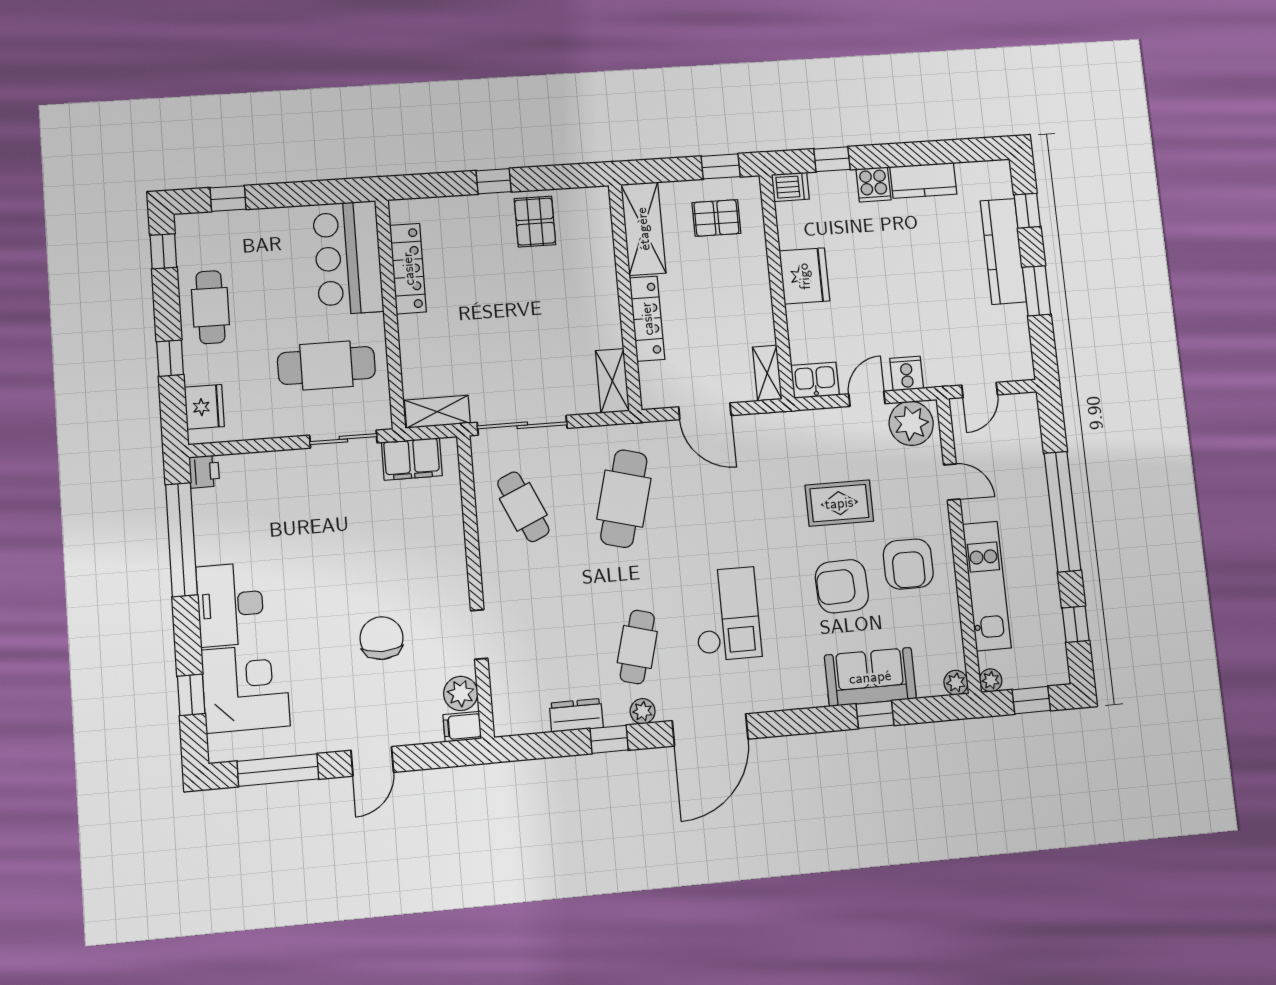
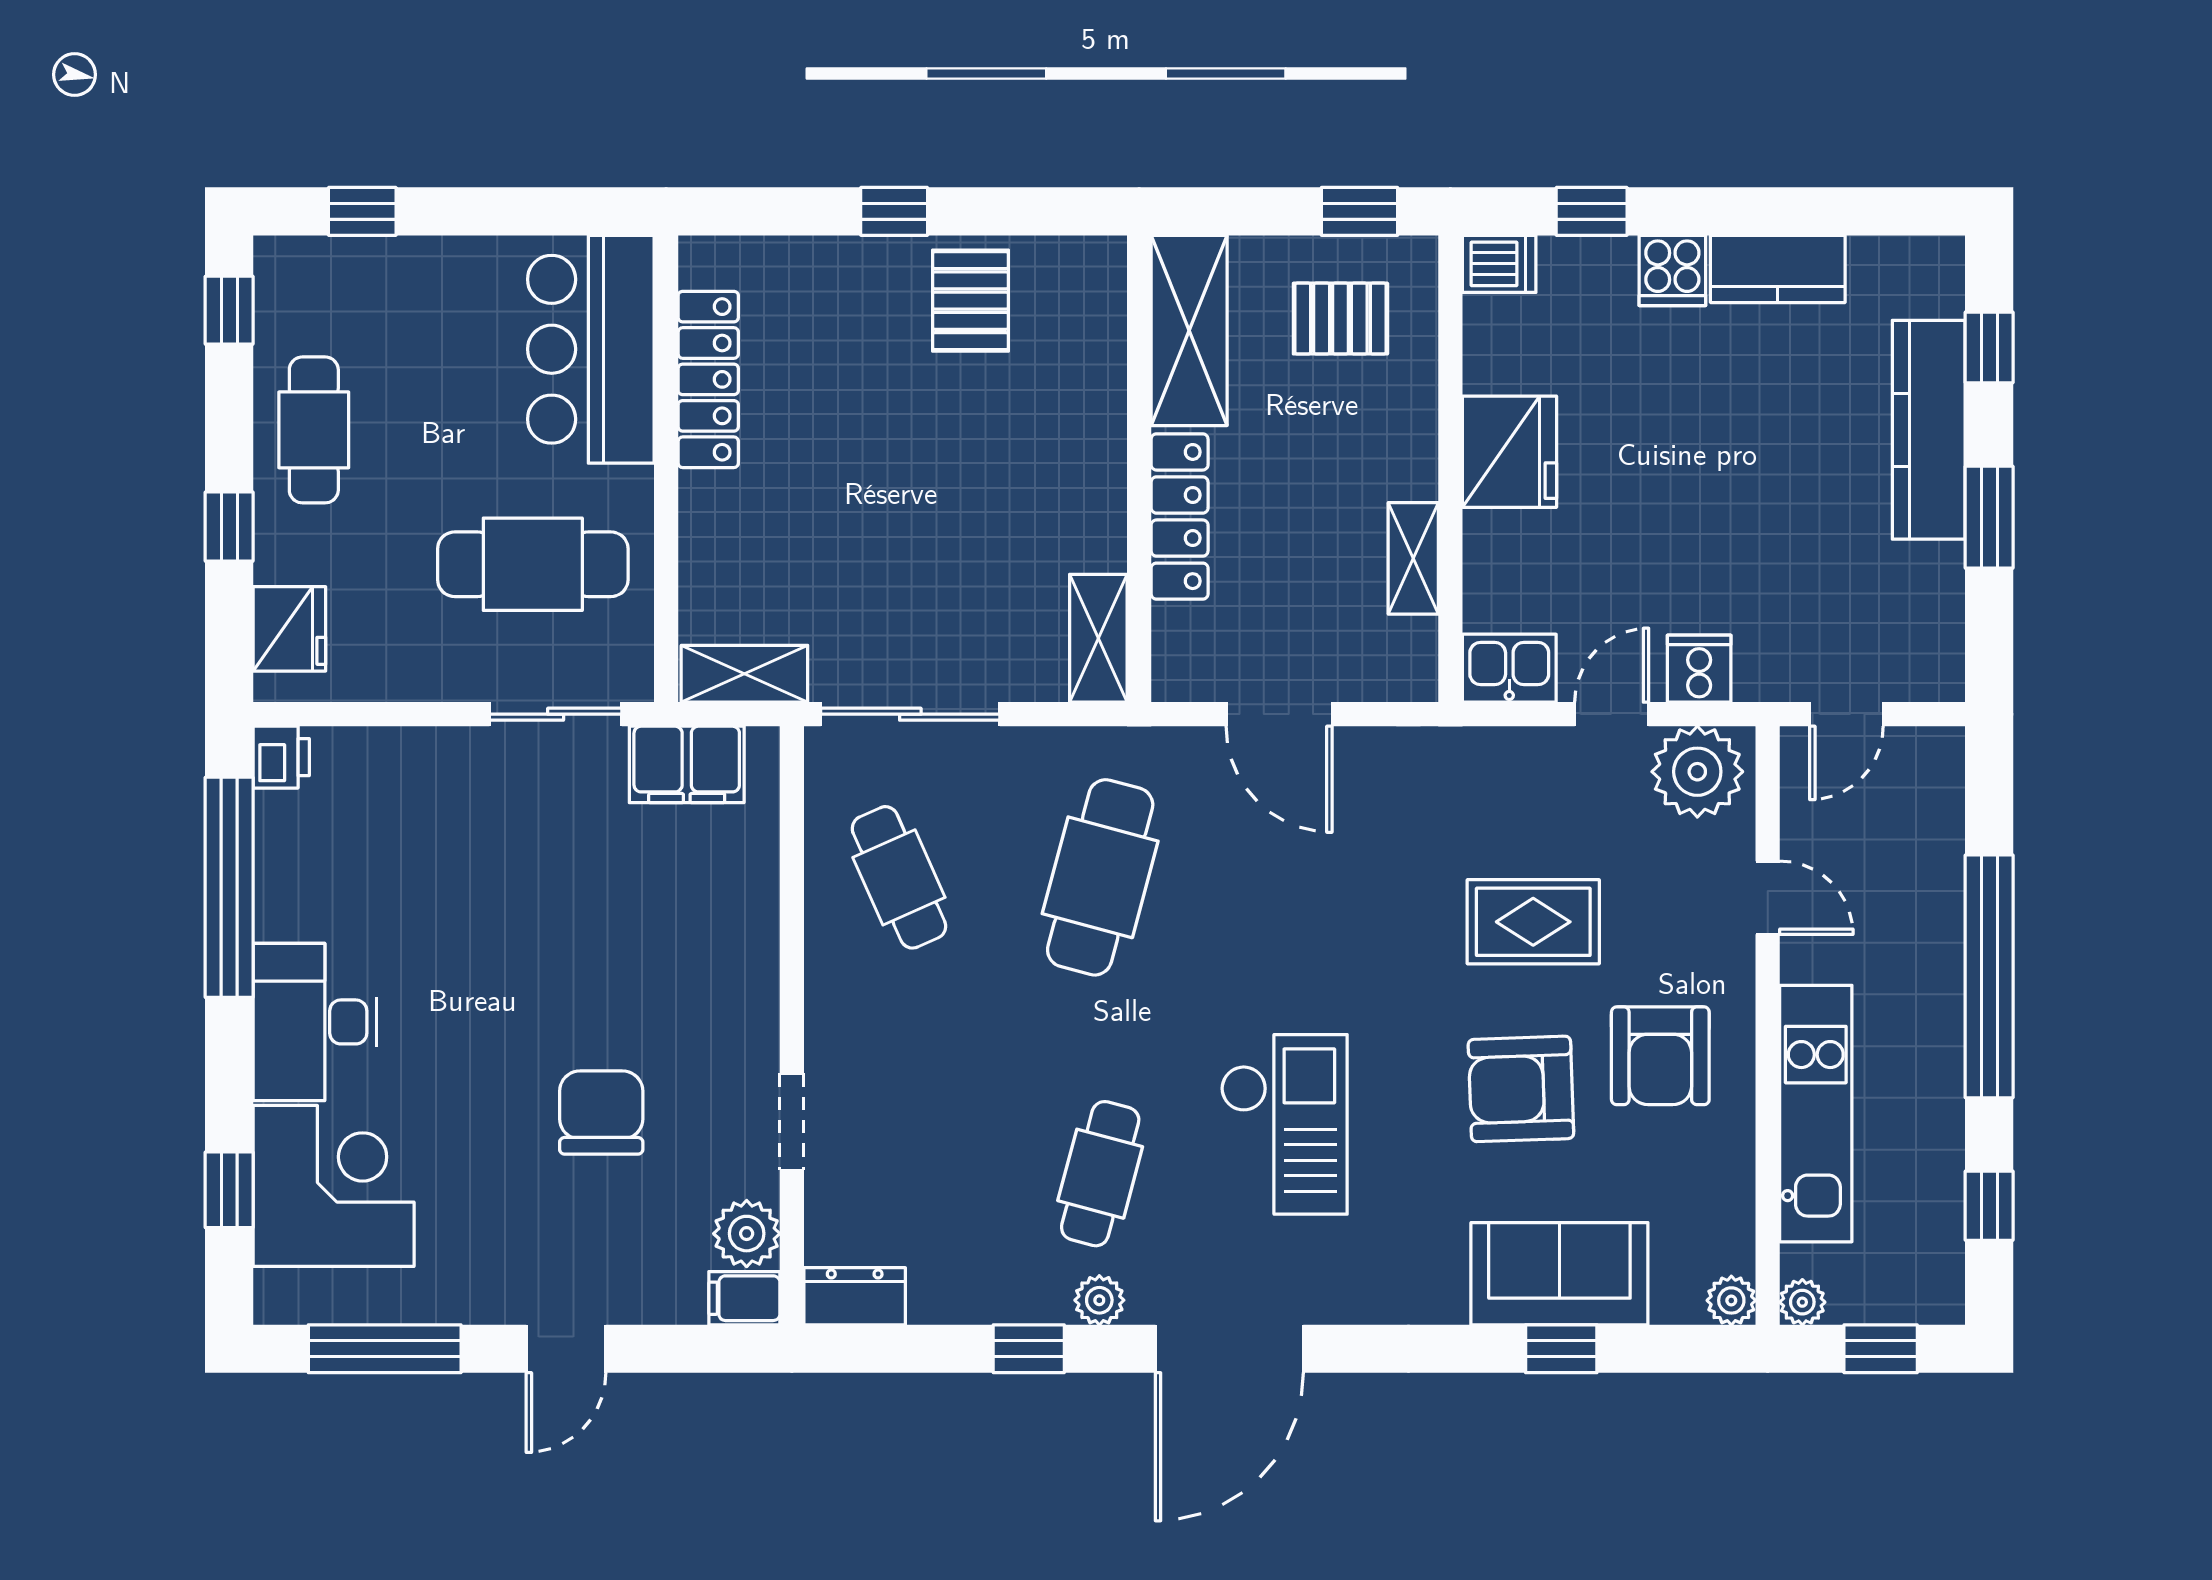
shelving: (767, 373) -> (1413, 558), moved
dresser: (576, 715) -> (855, 1296), moved

